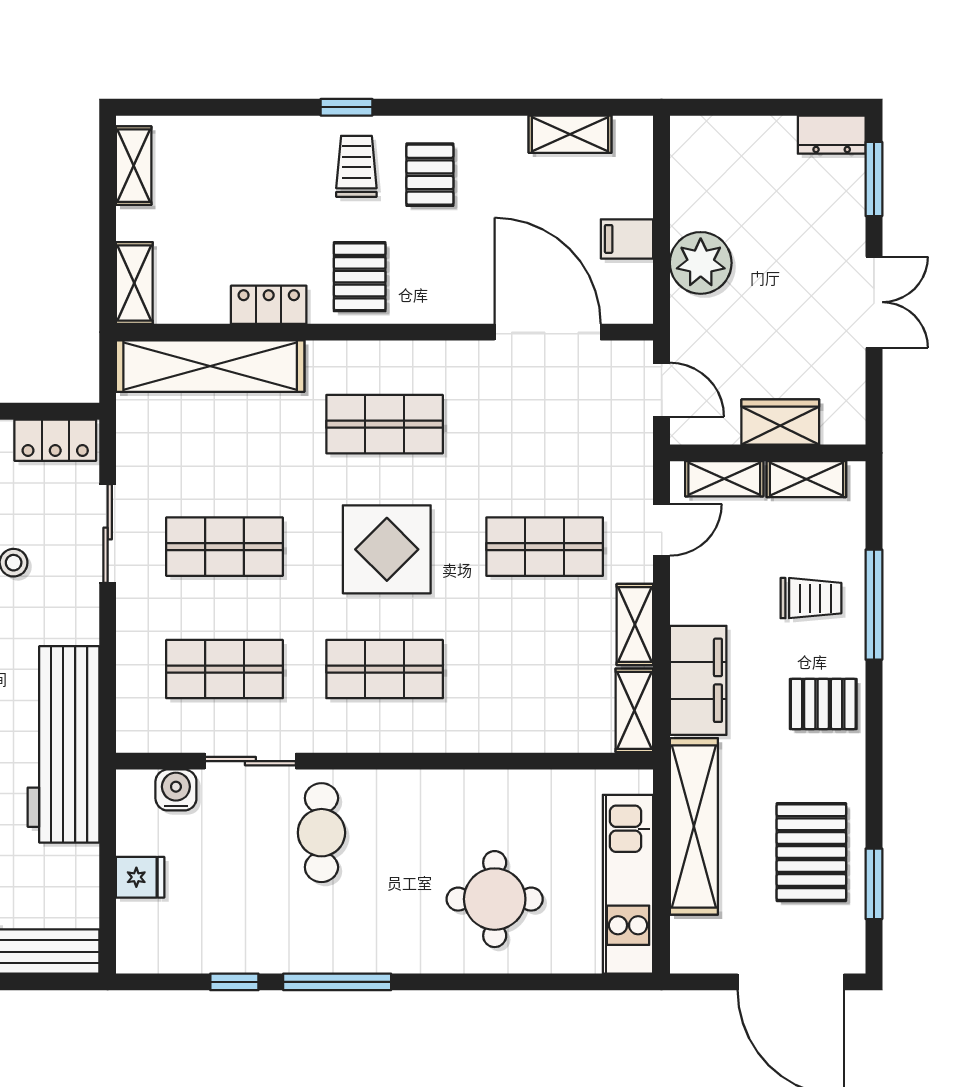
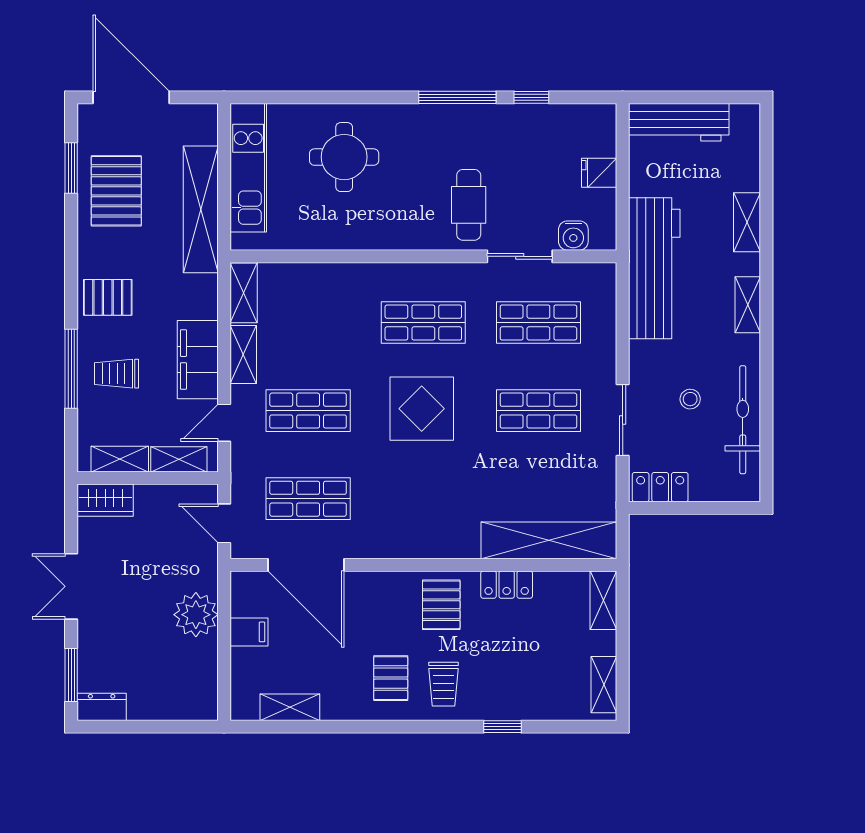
window: (346, 107) -> (502, 727), moved
wardrobe: (780, 422) -> (105, 500), moved
shop shelf: (385, 424) -> (308, 499), moved
filing cabinet: (698, 680) -> (198, 360), moved

